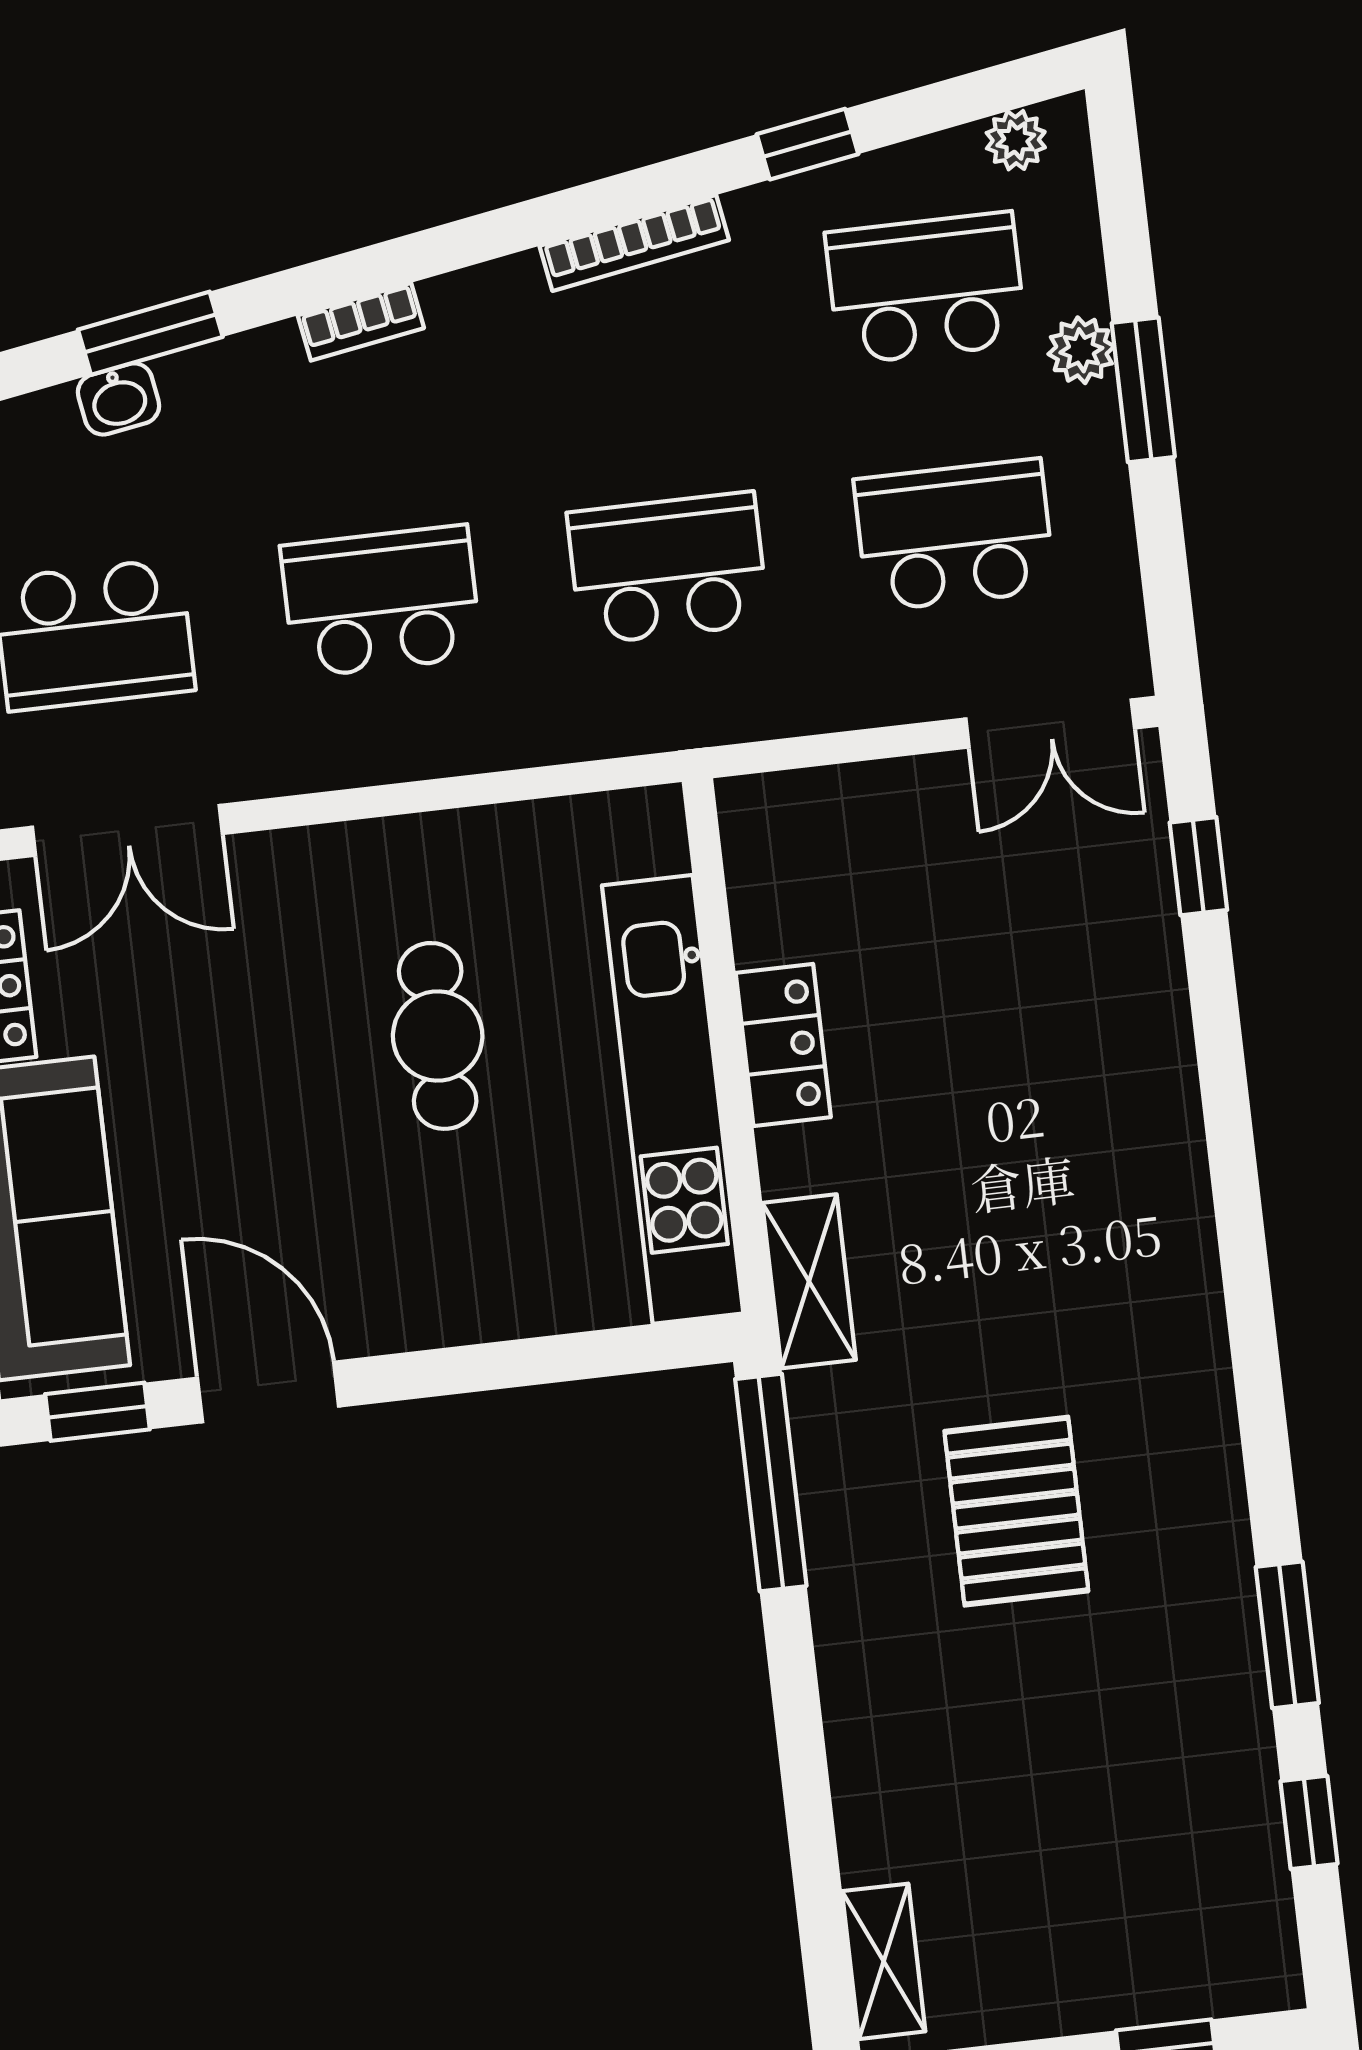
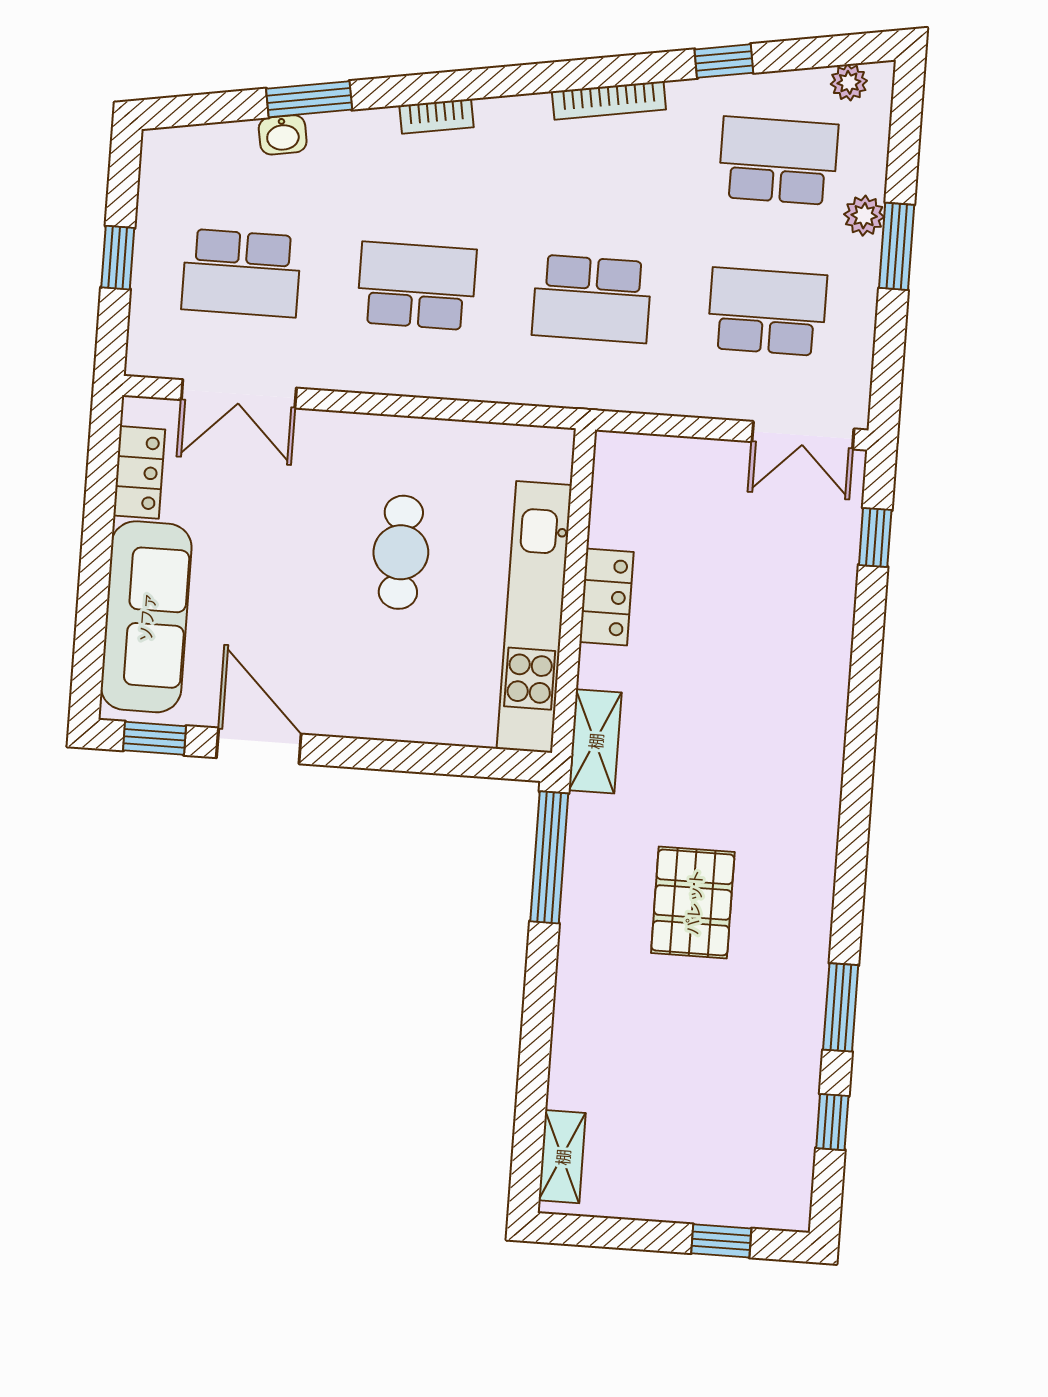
school desk: (668, 568) -> (592, 299), turned 180

